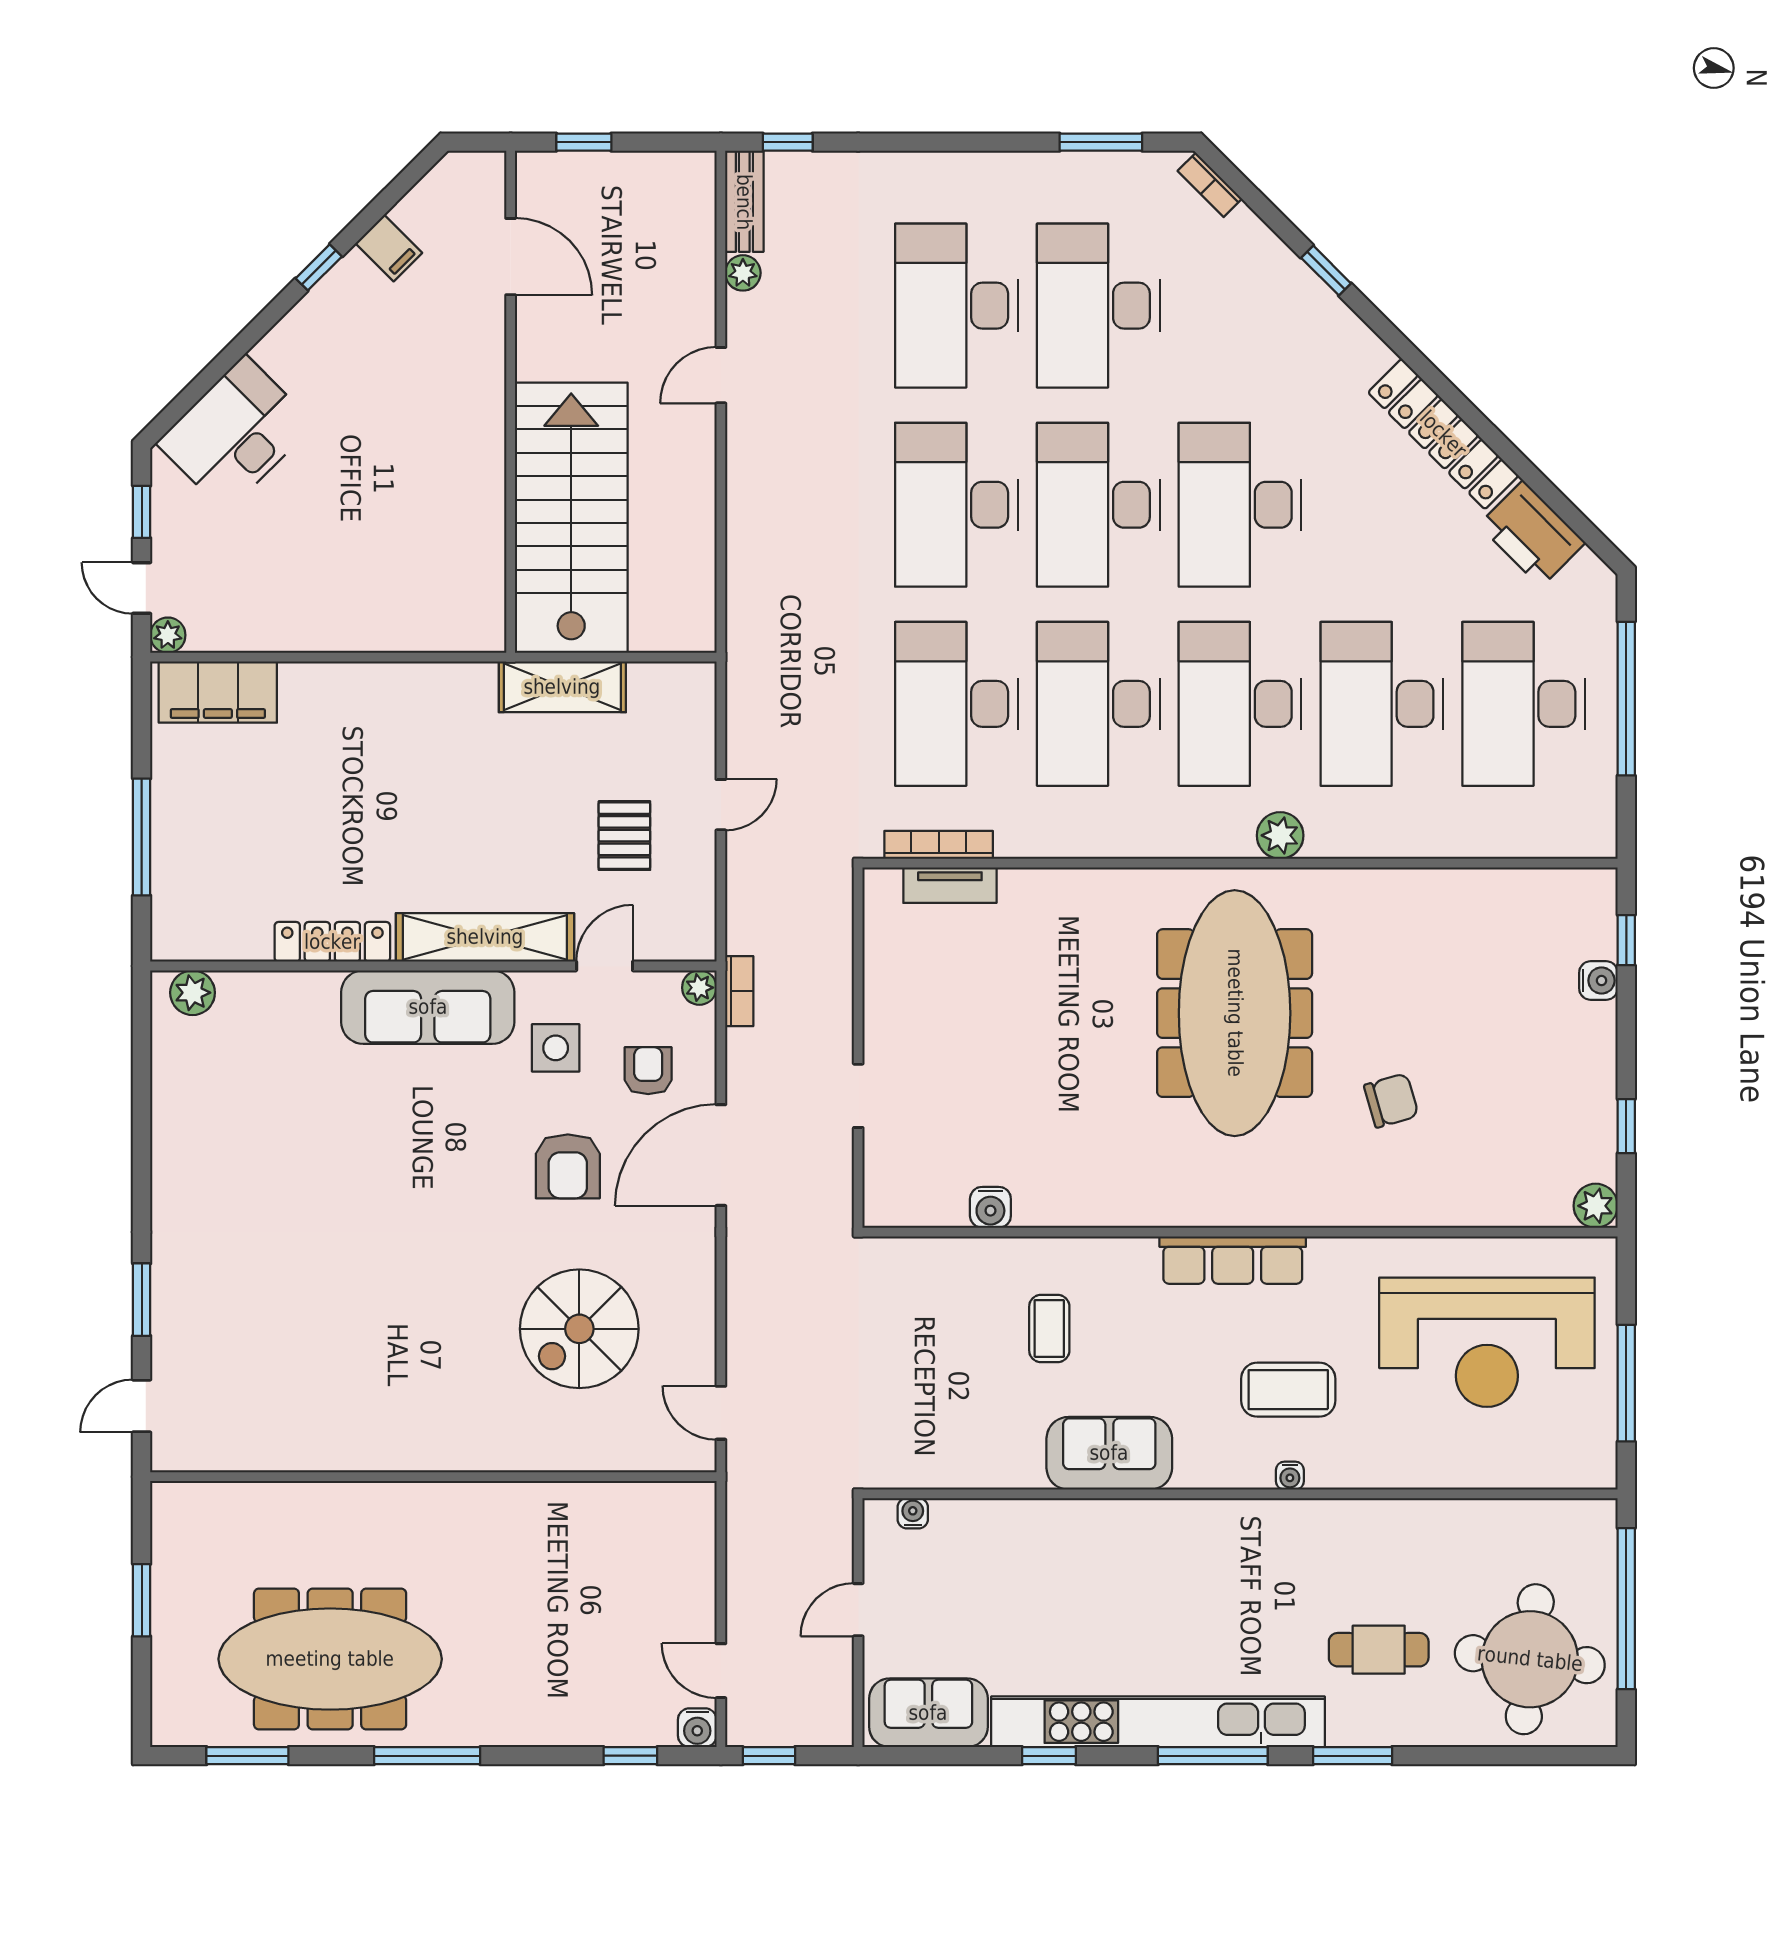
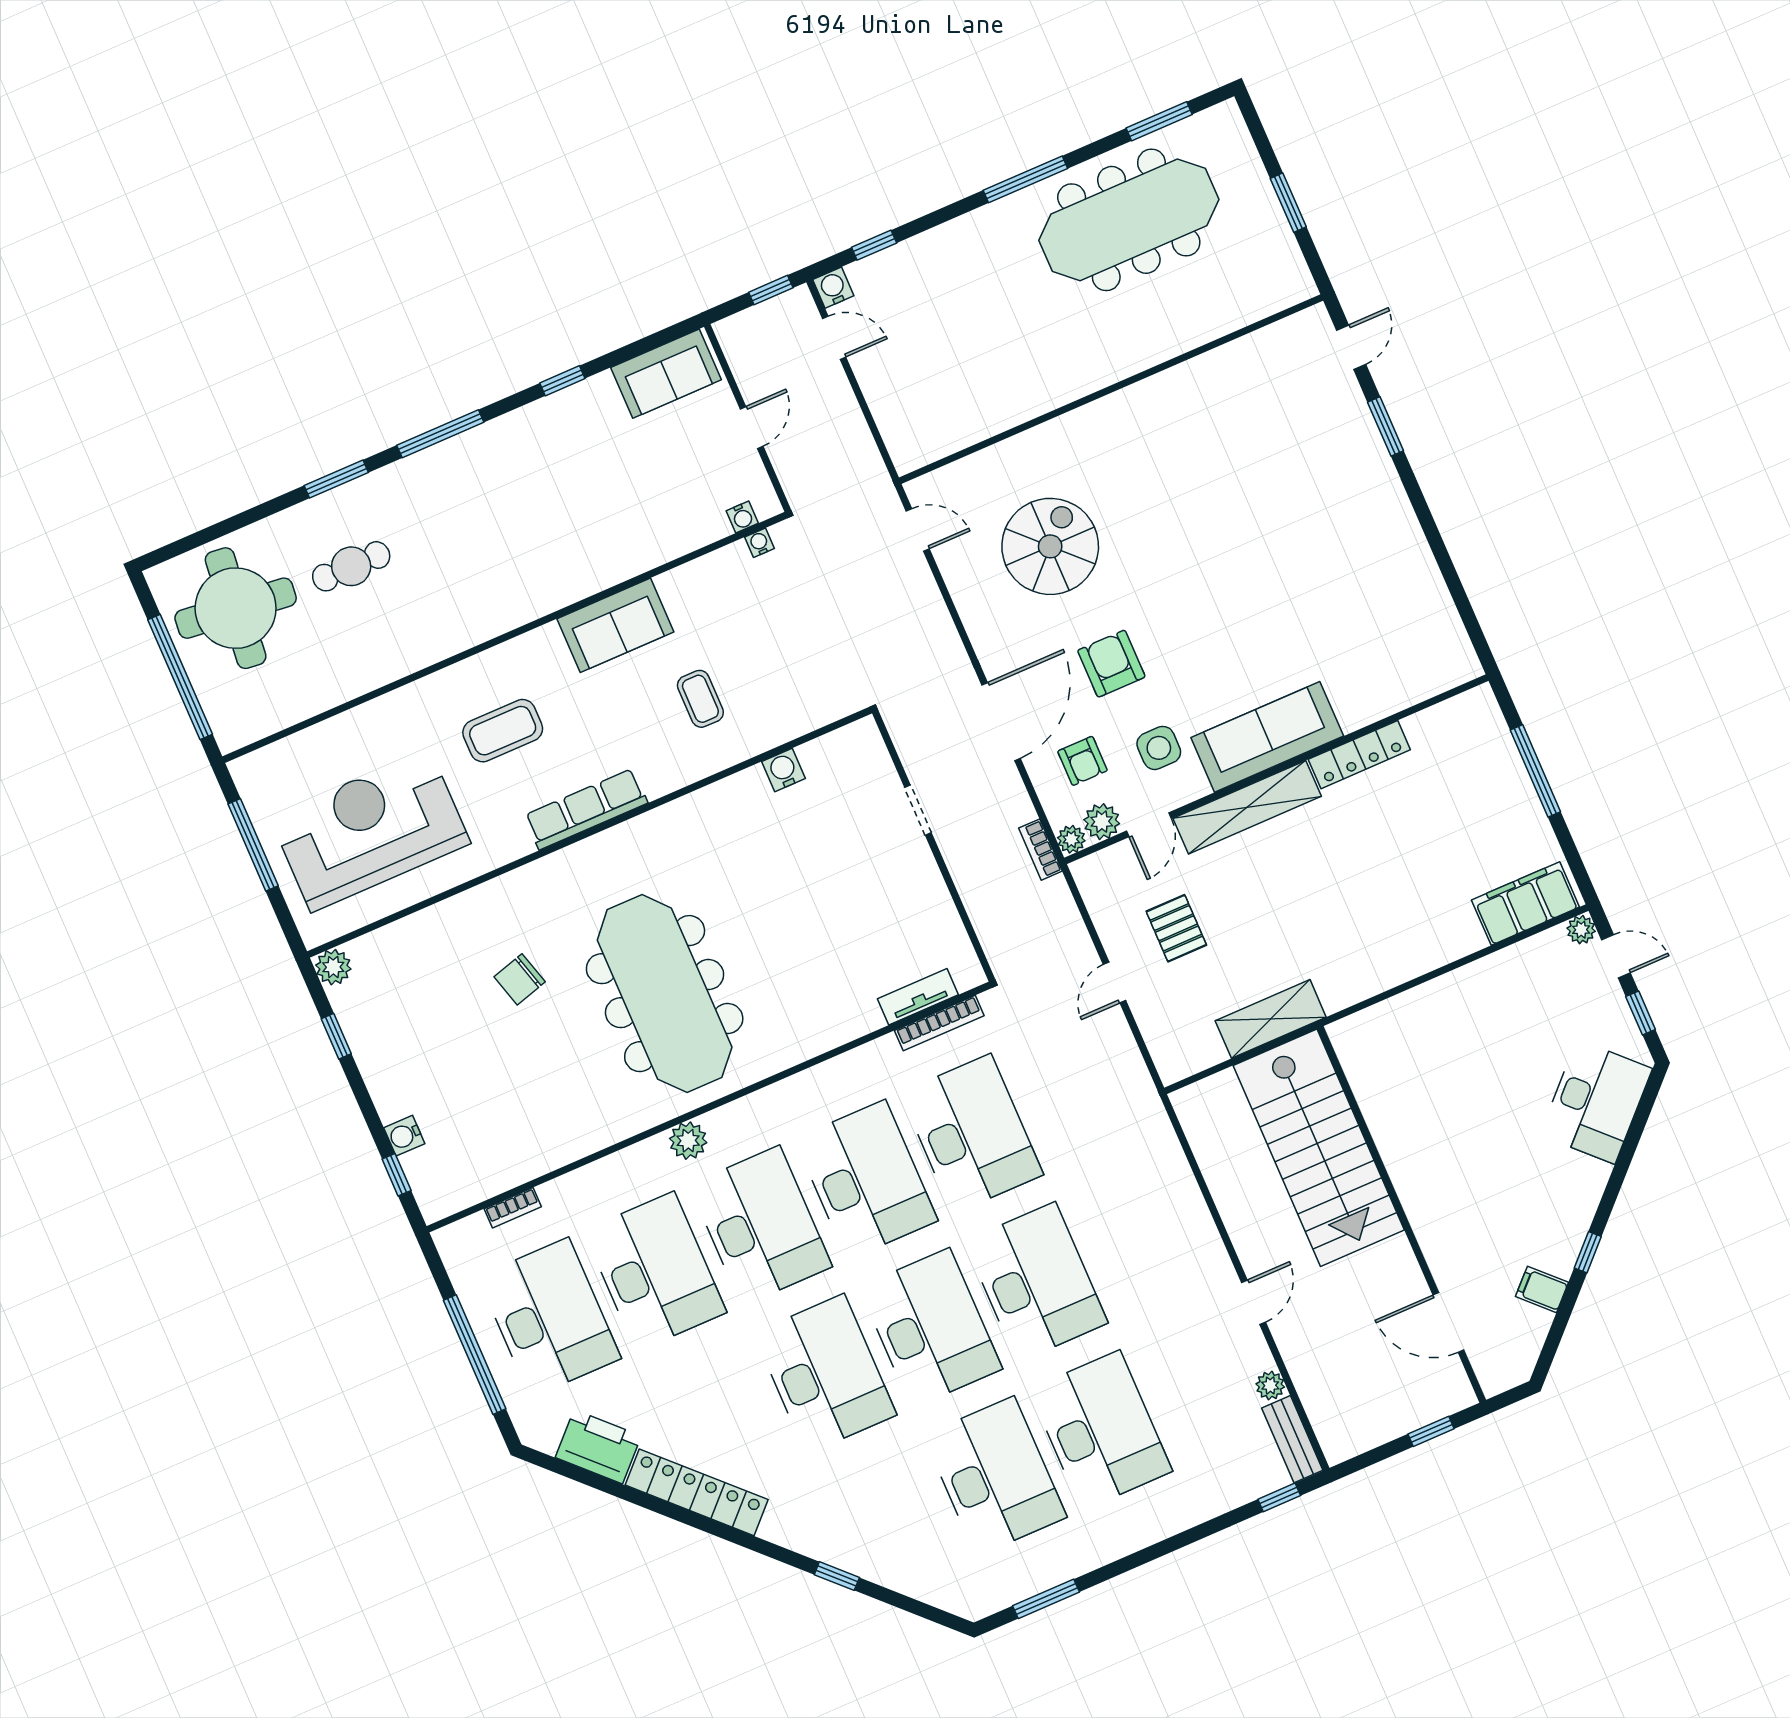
bookcase: (1210, 185) -> (513, 1208), moved, turned 135
plant: (193, 993) -> (1102, 822), moved
water cooler: (1290, 1476) -> (759, 543), moved
kitchen unit: (1158, 1722) -> (492, 441), removed

